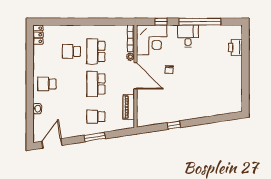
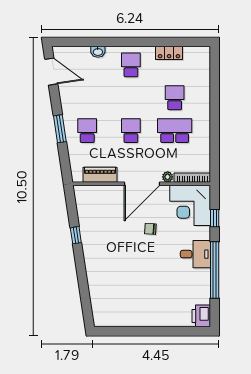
locker: (38, 35) -> (169, 53), moved
printer: (235, 47) -> (201, 316), moved, turned -90
school desk: (96, 84) -> (131, 131), width x0.54

